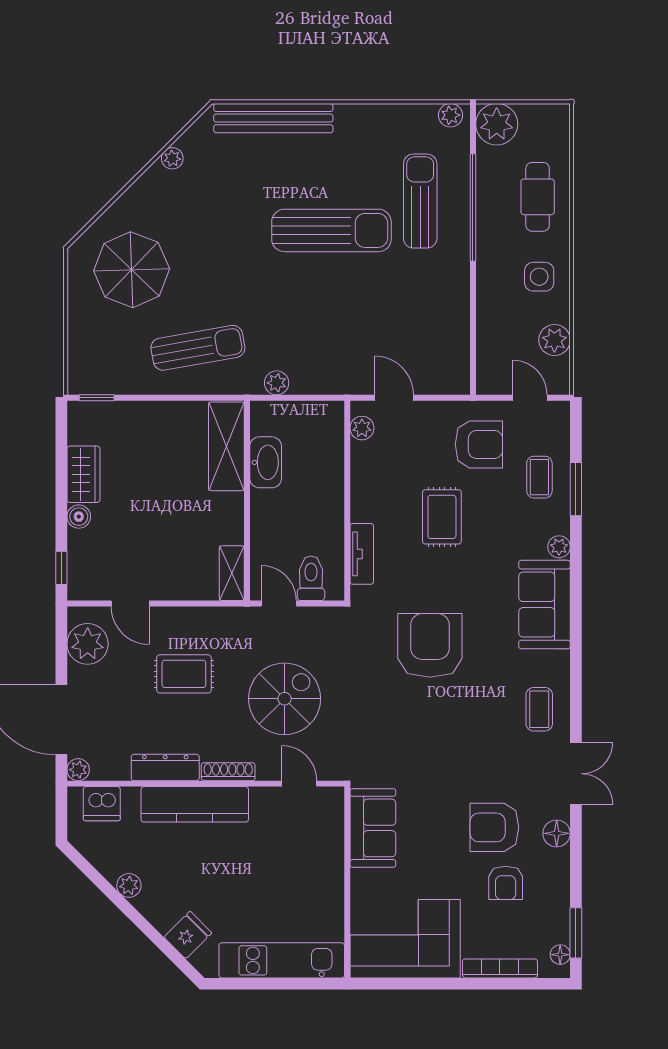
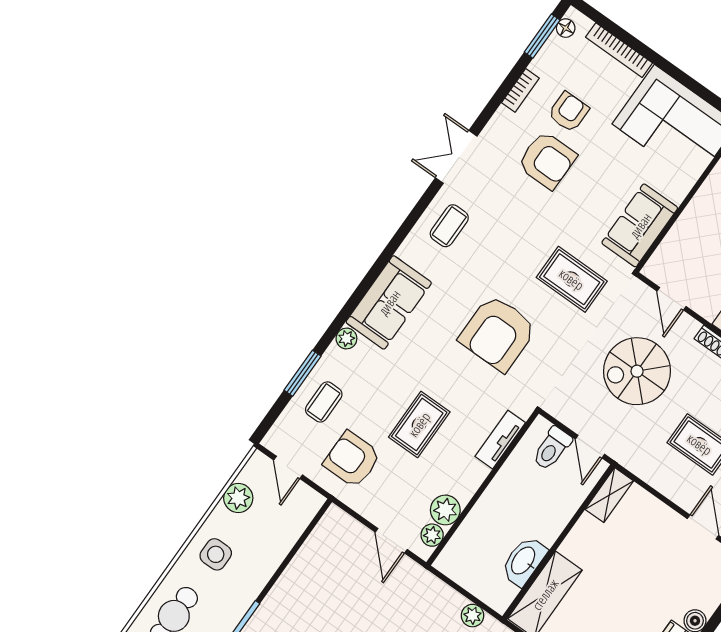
plant: (366, 458) -> (445, 510), added
rug: (399, 739) -> (572, 279), added
floor lamp: (557, 833) -> (503, 122), removed
bookcase: (561, 872) -> (520, 90), added

